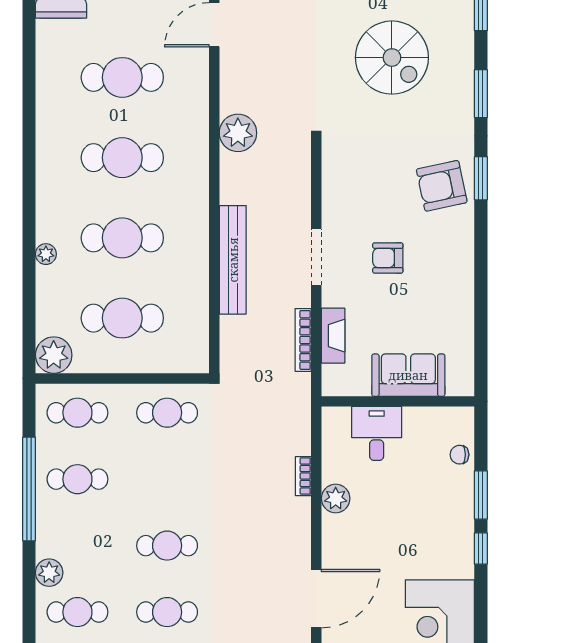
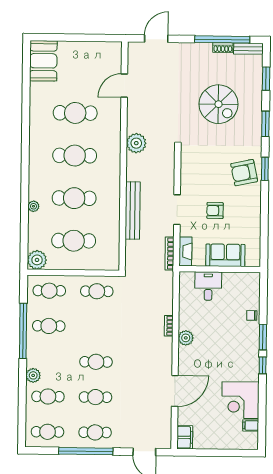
sofa: (408, 375) -> (225, 255), moved
wall: (398, 401) -> (220, 269), moved
desk: (377, 433) -> (208, 286), moved

